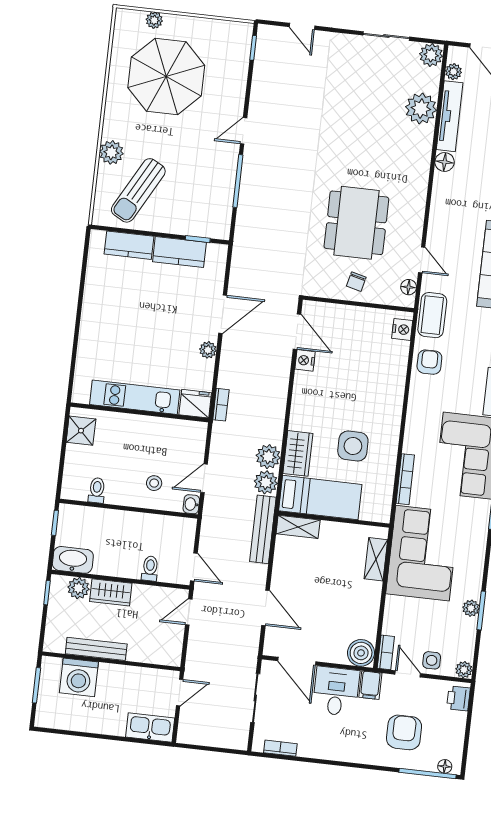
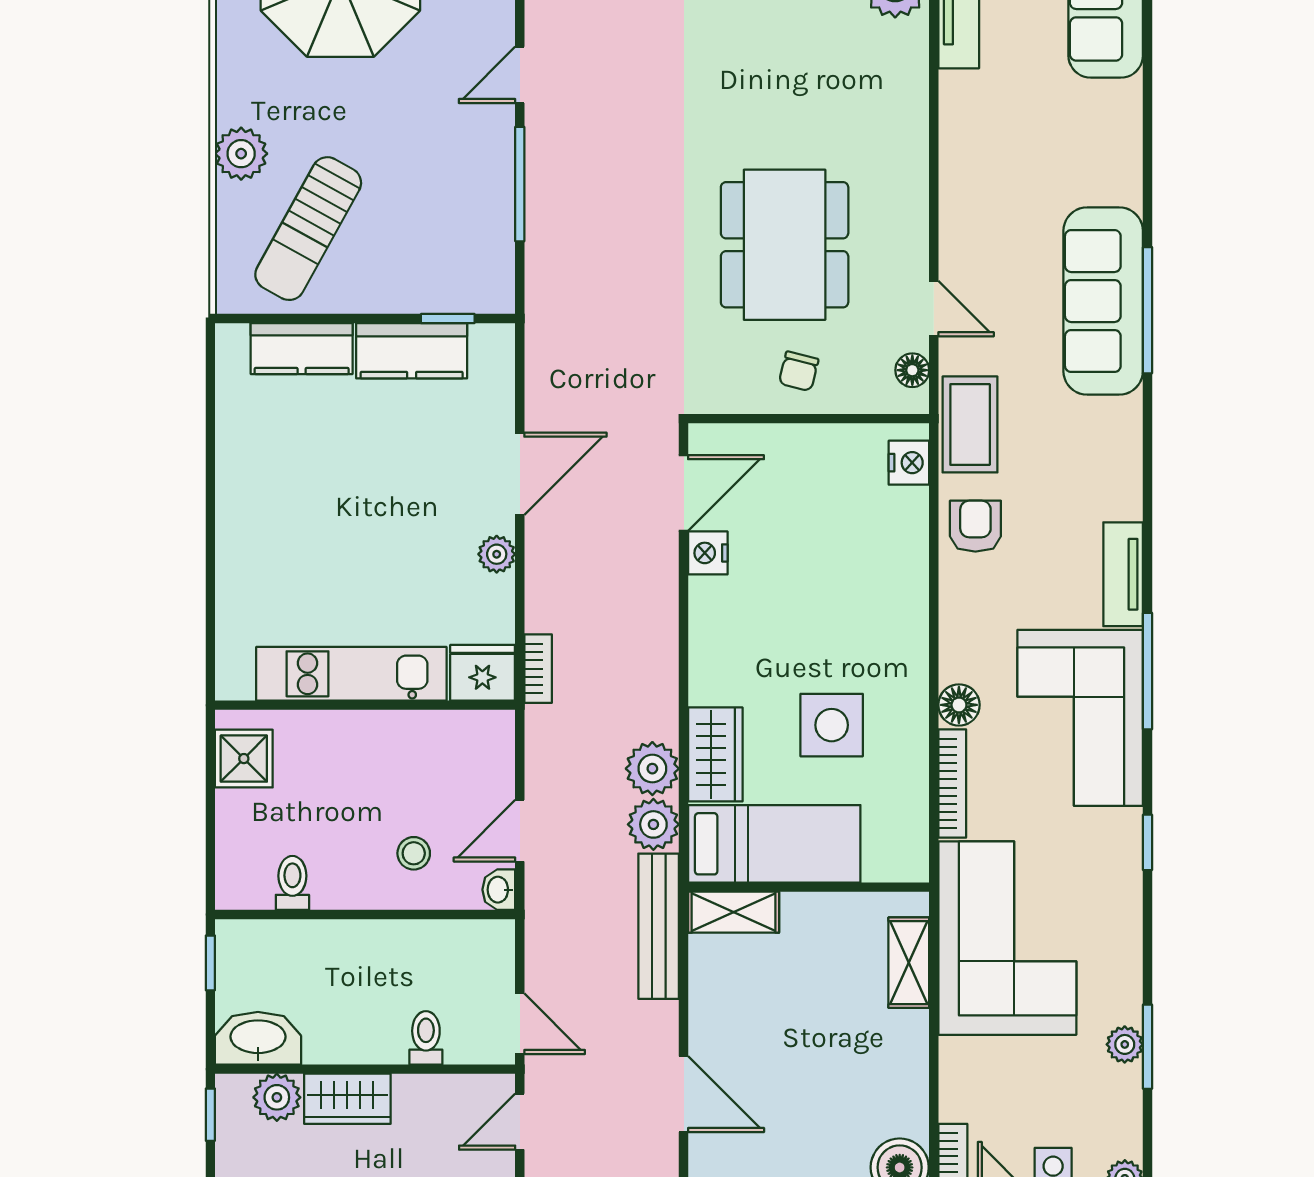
floor lamp: (445, 162) -> (959, 705), moved
door: (297, 332) -> (684, 493), hinge flipped

